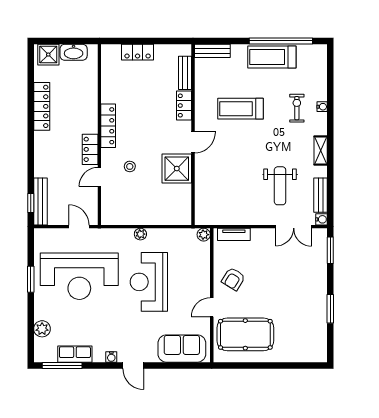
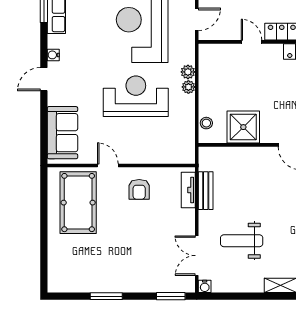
stool: (130, 166) -> (206, 123), moved
shower: (177, 169) -> (243, 127), moved
bench: (321, 195) -> (206, 191), moved, turned 90
plant: (204, 235) -> (188, 72), moved
armchair: (233, 279) -> (139, 189), turned -122

